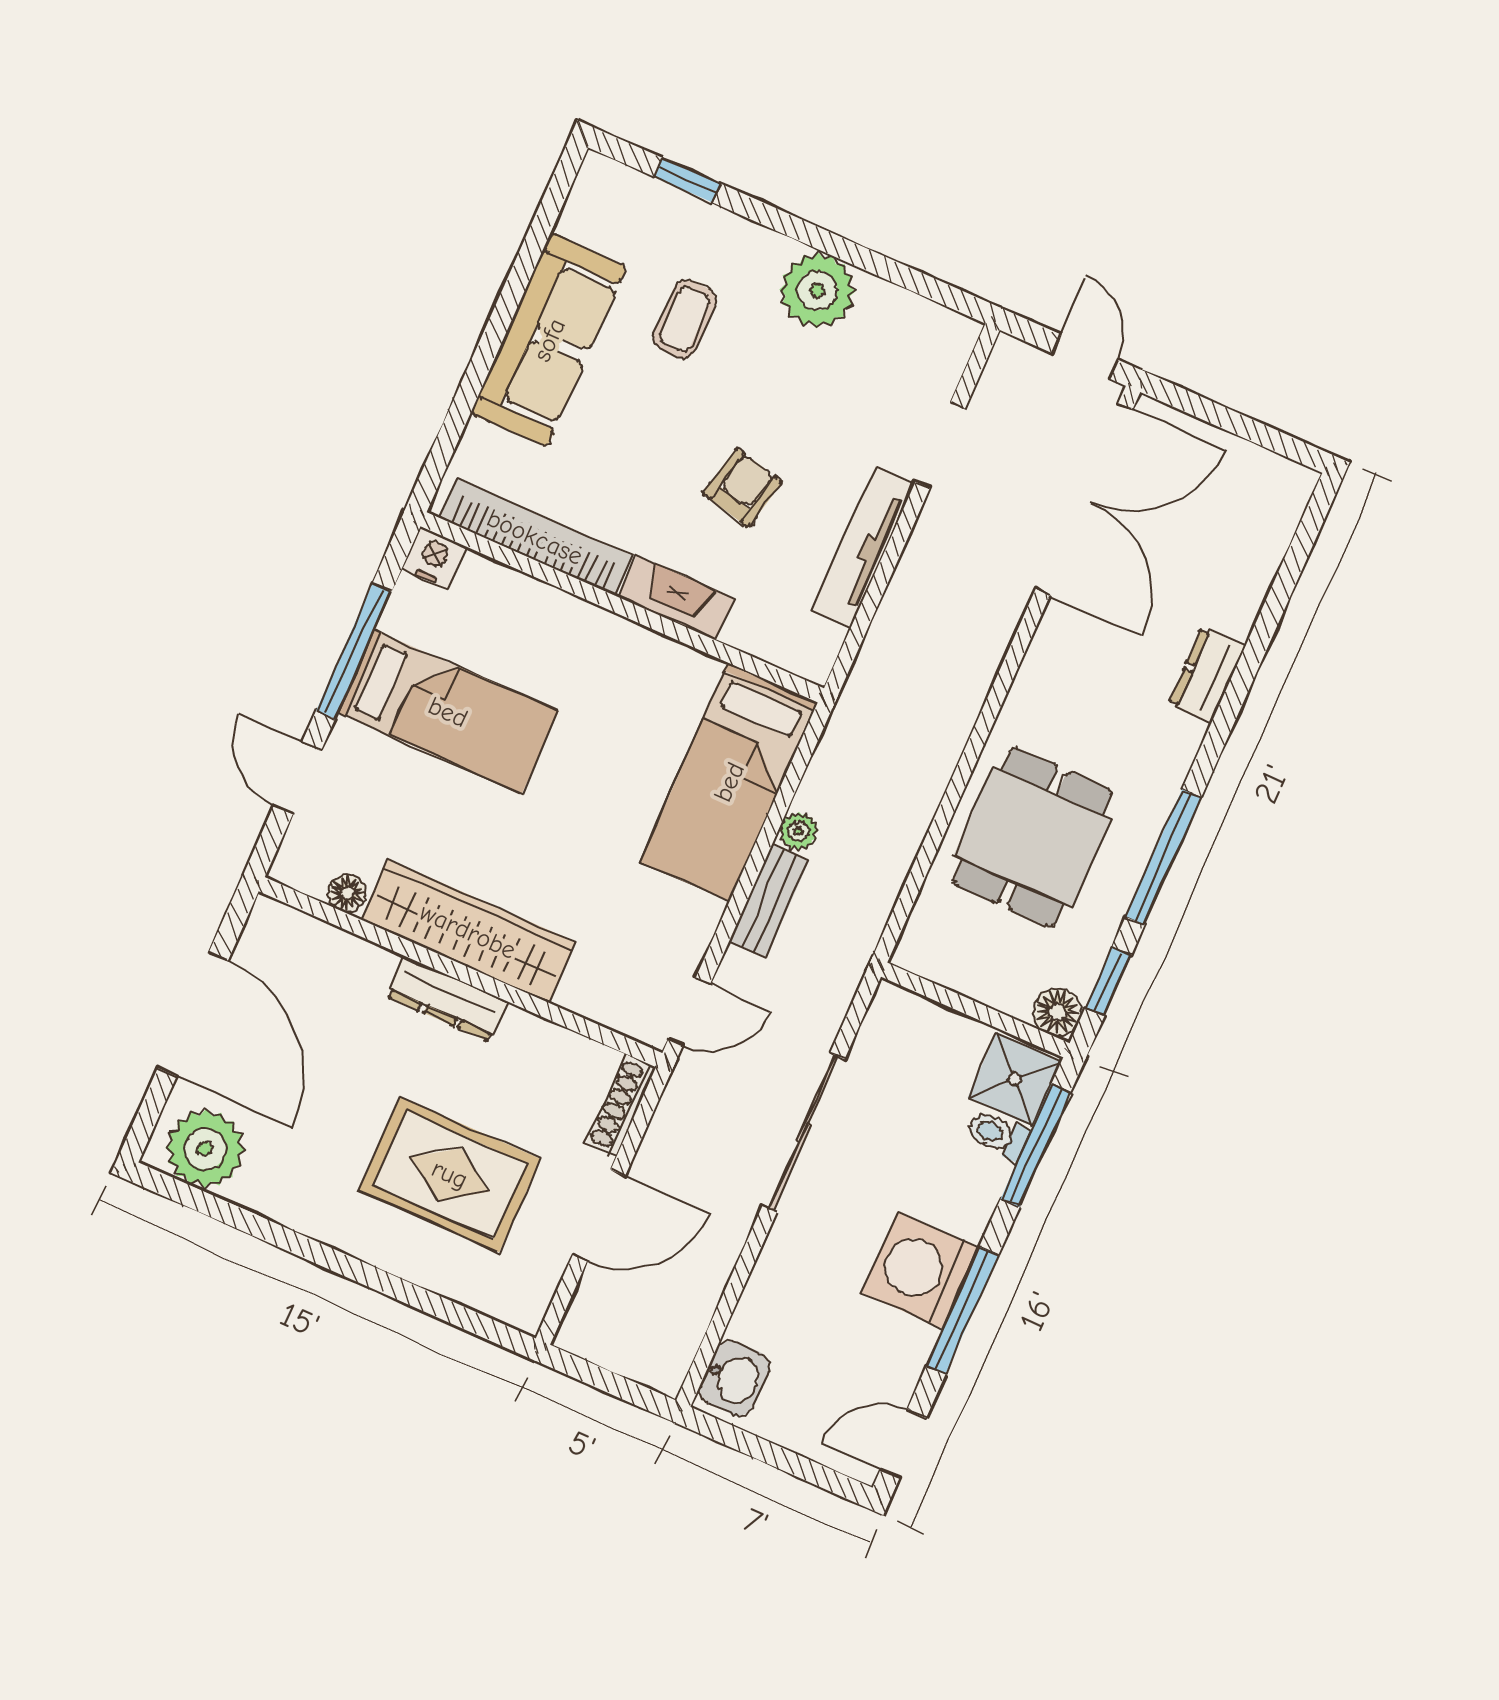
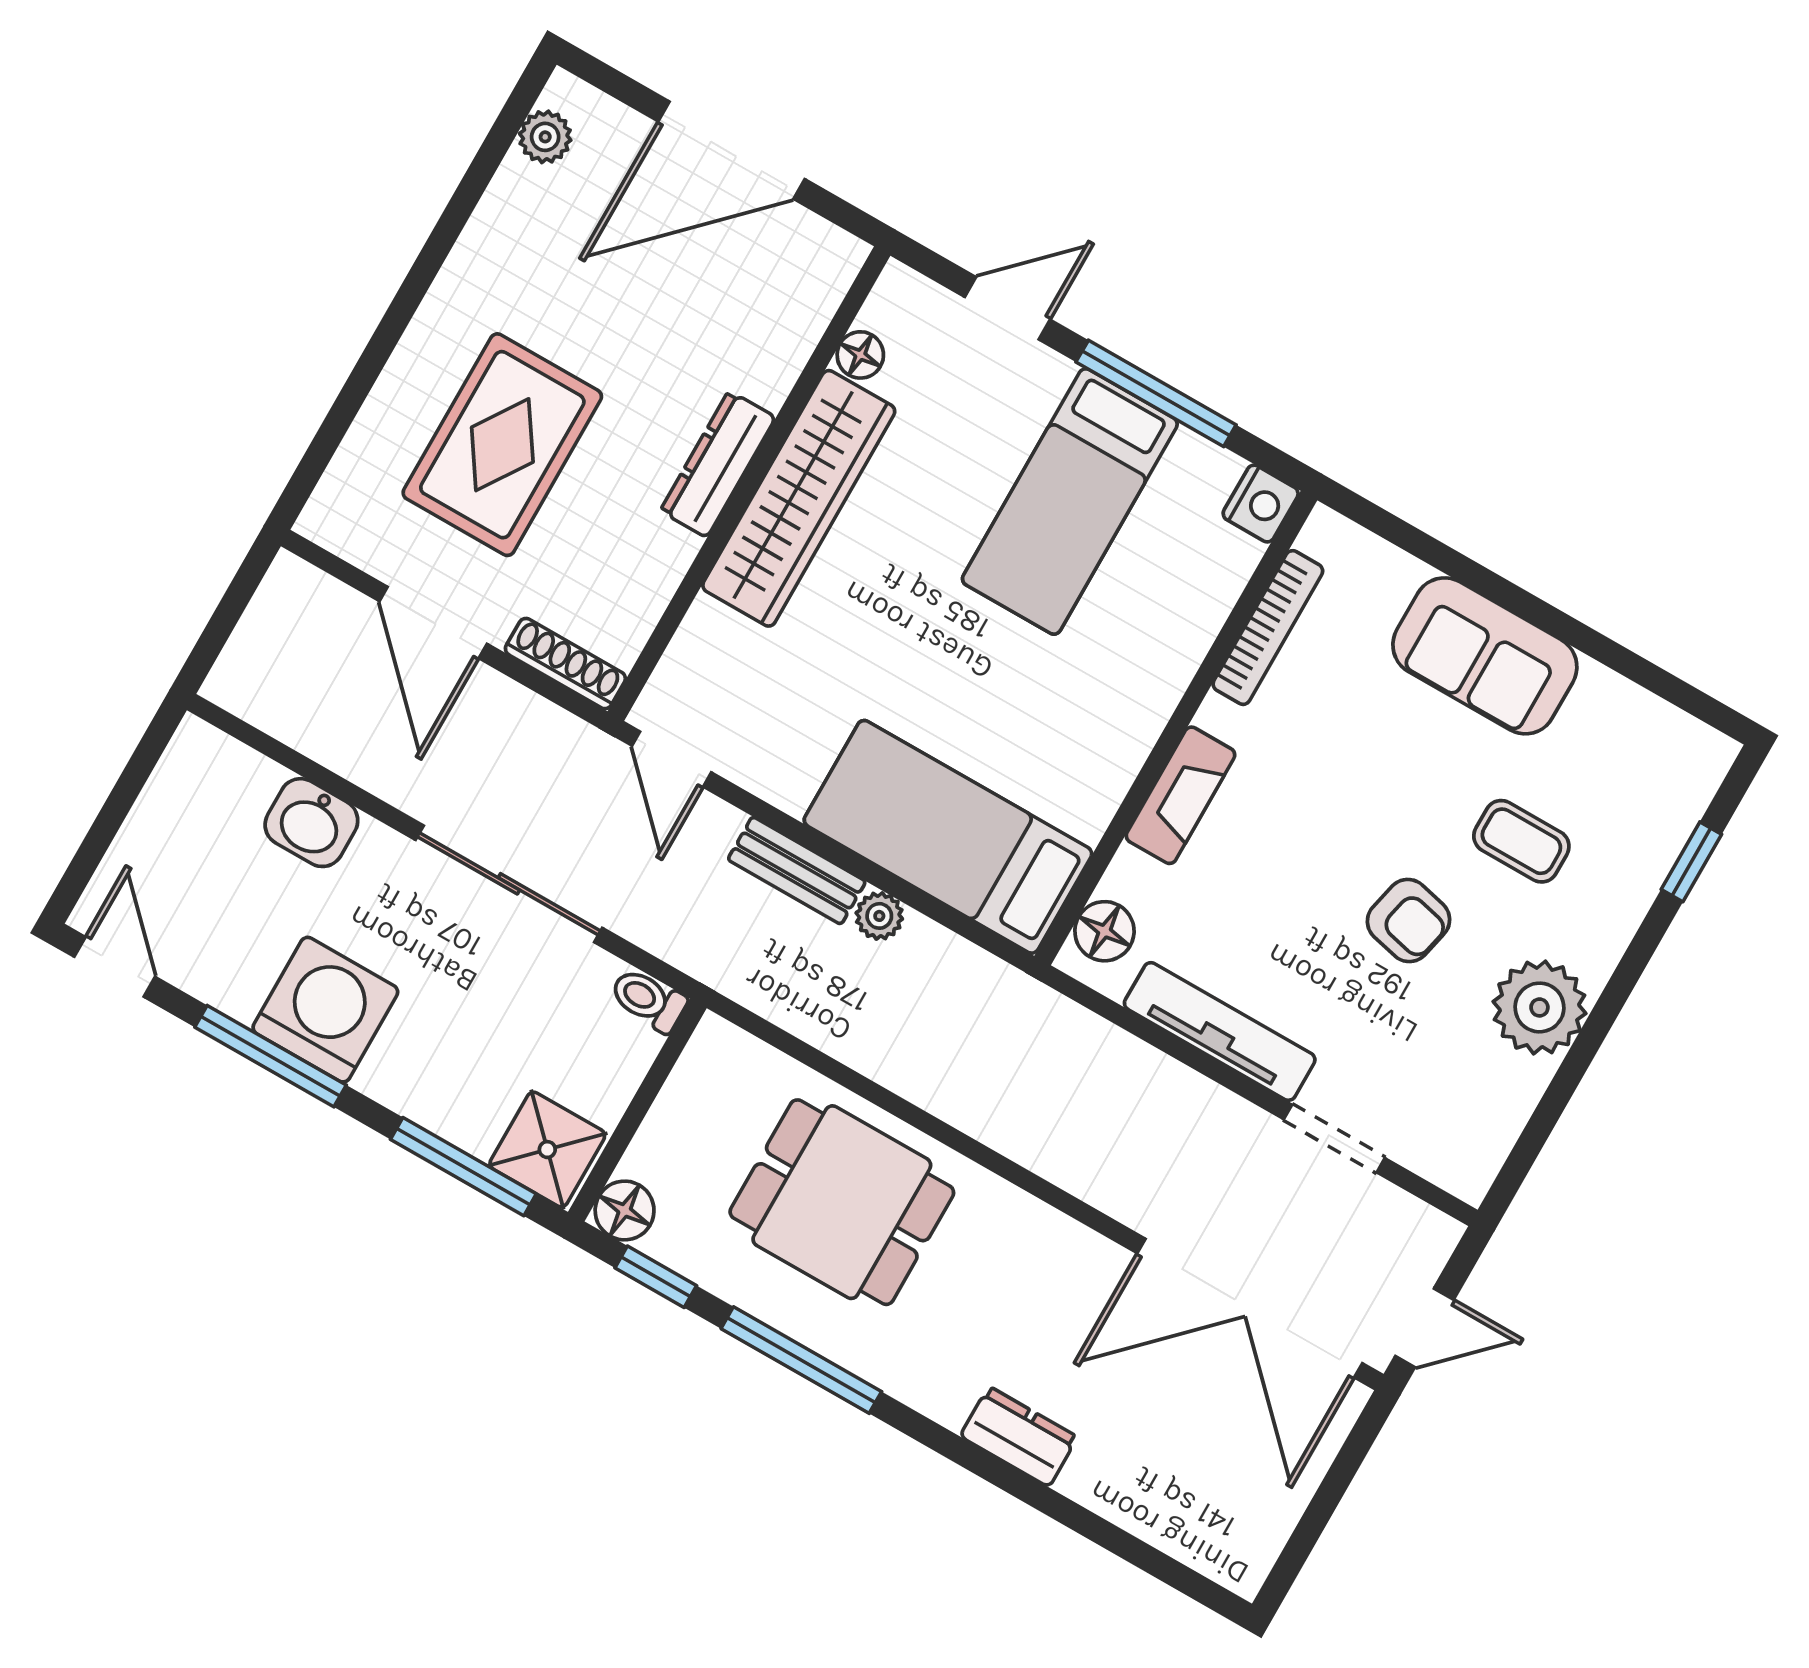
sofa: (549, 340) -> (1485, 656), width x0.73
armchair: (743, 488) -> (1408, 920), moved
bookcase: (535, 537) -> (1268, 628), width x0.68, depth x0.76
floor lamp: (792, 648) -> (1104, 931), added
toilet: (997, 1135) -> (648, 1000), moved, turned -90
plant: (205, 1149) -> (545, 137), width x0.53, depth x0.53
washbasin: (735, 1378) -> (311, 823), moved

